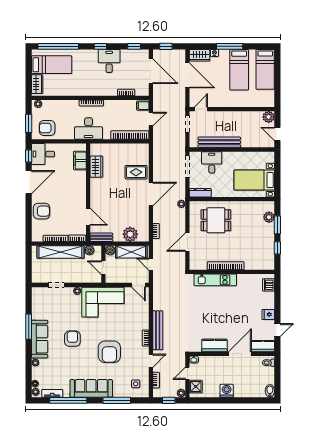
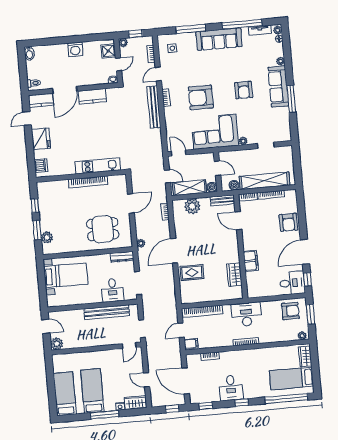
door: (187, 75) -> (147, 380), width x0.53
filing cabinet: (80, 160) -> (251, 261), moved
armchair: (42, 211) -> (288, 222), turned -90
fridge: (268, 314) -> (41, 139), width x1.88, depth x1.34
armchair: (109, 352) -> (201, 97), moved, turned -90

